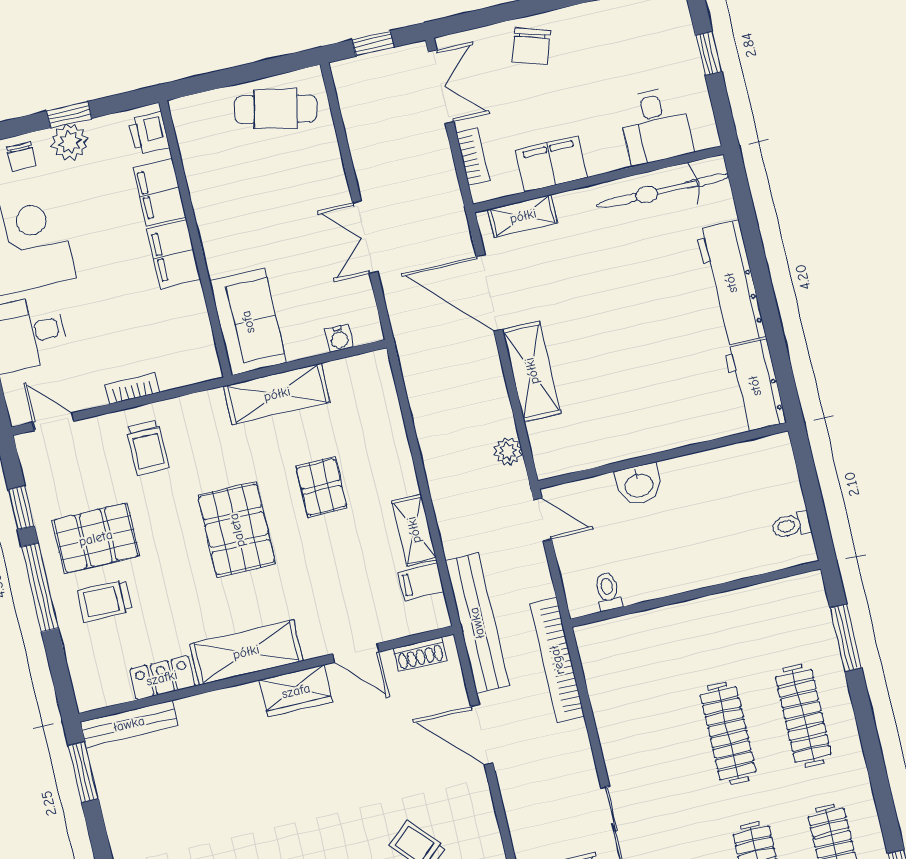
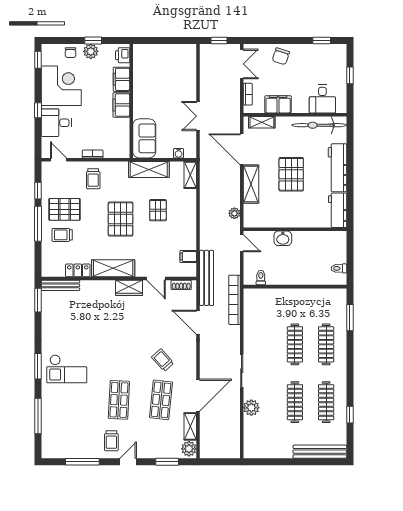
cafe table: (276, 109) -> (175, 57), removed
pallet: (623, 325) -> (291, 174), added
shelving: (414, 530) -> (190, 175), moved

